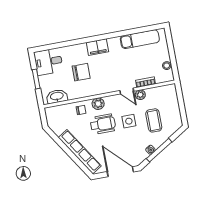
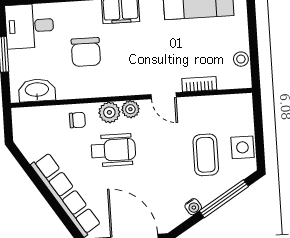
chair: (81, 72) -> (86, 52), turned 90
plant: (140, 95) -> (130, 109), moved
side table: (129, 121) -> (242, 147), moved
window: (159, 150) -> (224, 199), moved

